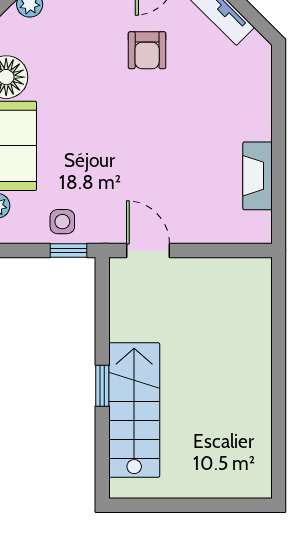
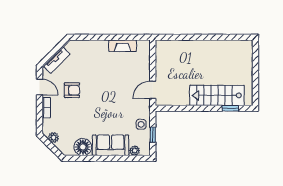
window: (68, 251) -> (153, 135), moved
window: (102, 386) -> (230, 108), moved

